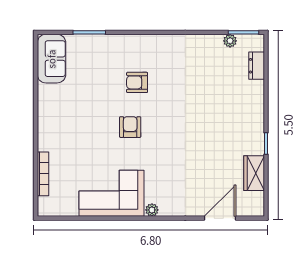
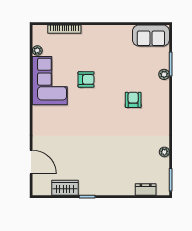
plant: (103, 41) -> (164, 74), added
plant: (230, 41) -> (164, 152), moved
armchair: (130, 127) -> (86, 79), moved
plant: (152, 210) -> (37, 50), moved

